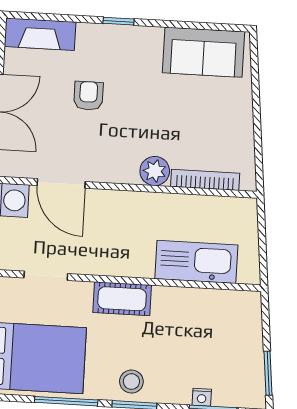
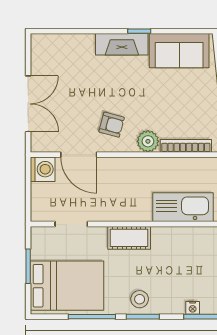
window: (118, 21) -> (139, 31), moved
fireplace: (40, 34) -> (122, 44), moved
armchair: (88, 96) -> (112, 125), moved, turned 105

